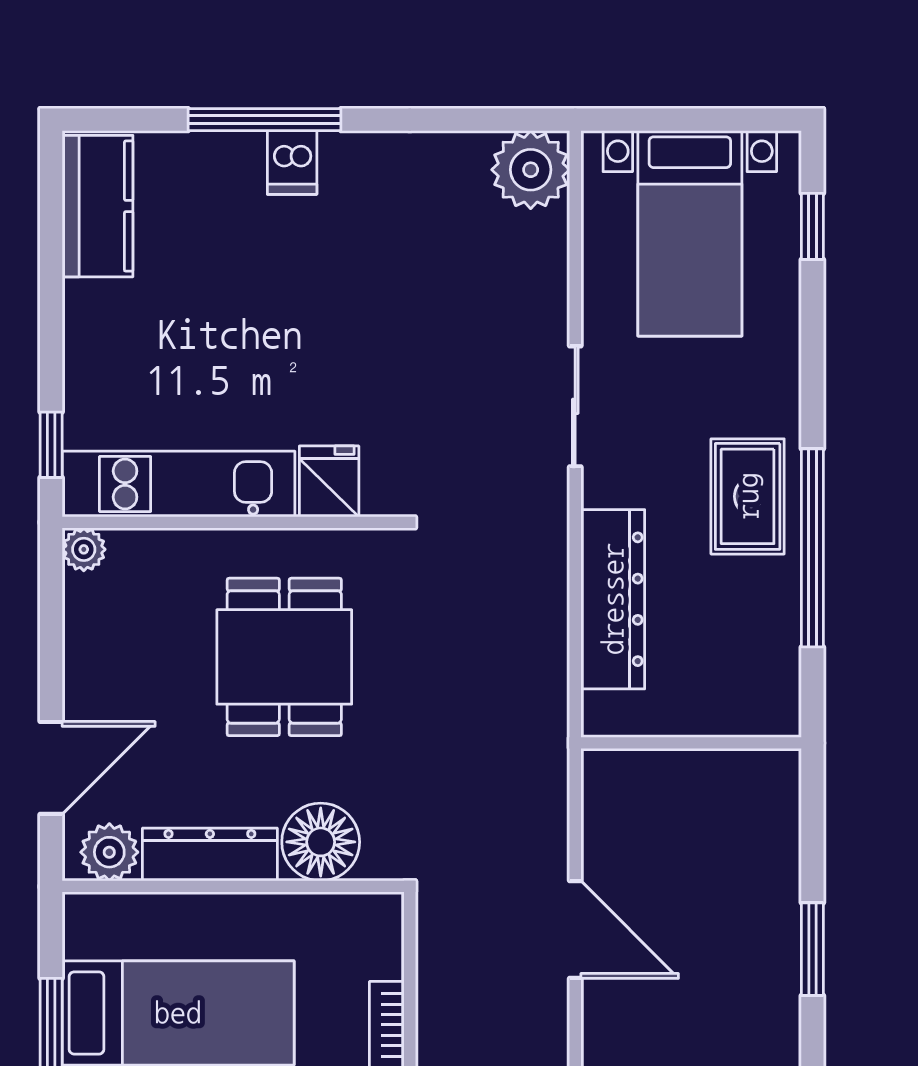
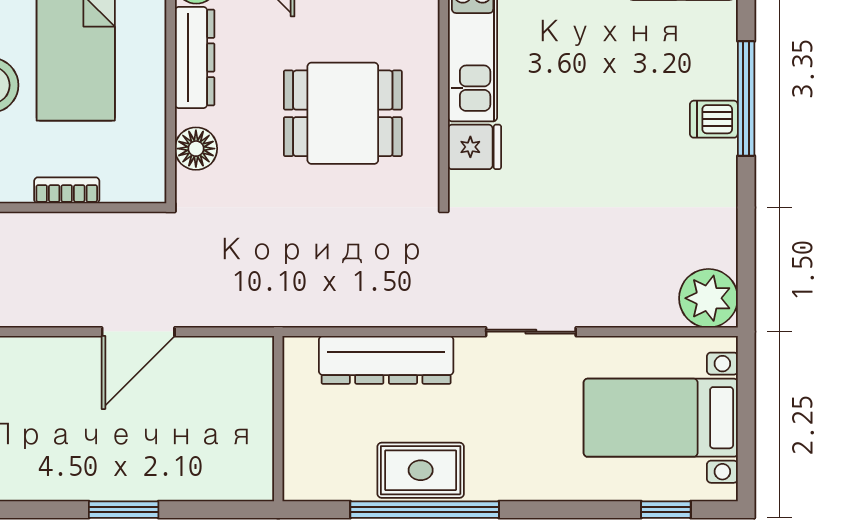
rug: (748, 496) -> (421, 470), moved
floor lamp: (321, 842) -> (196, 149), width x0.73, depth x0.73

